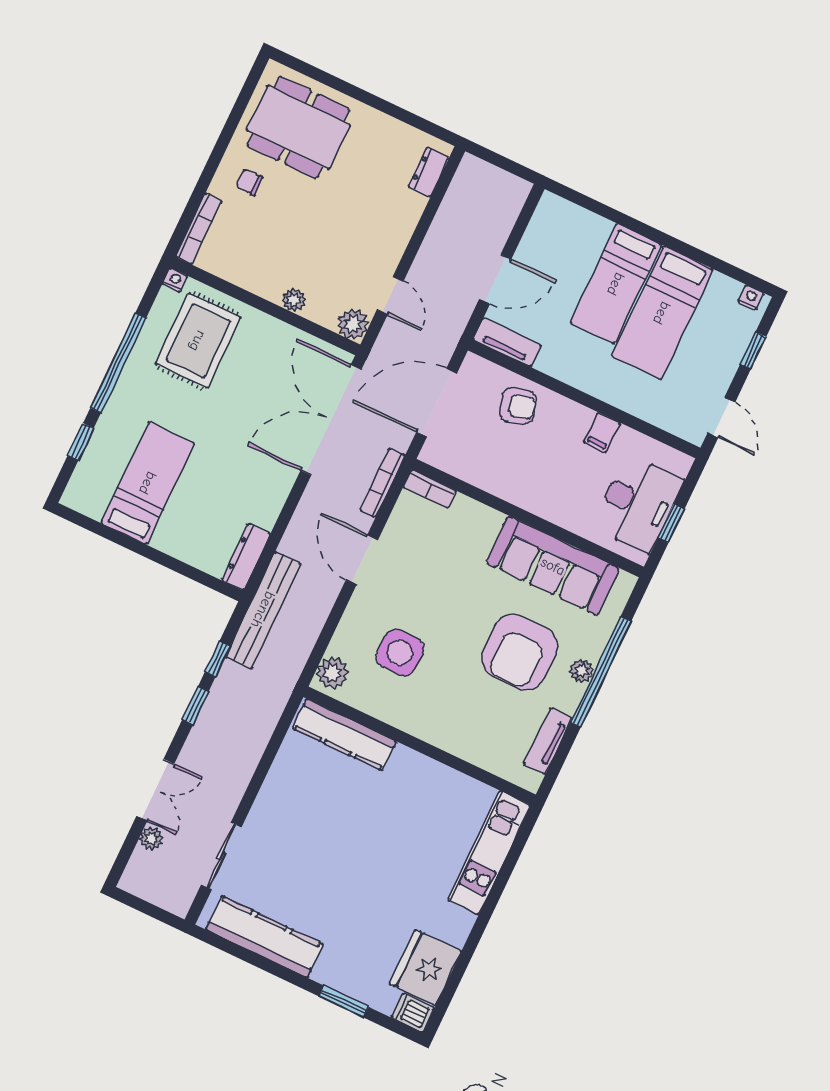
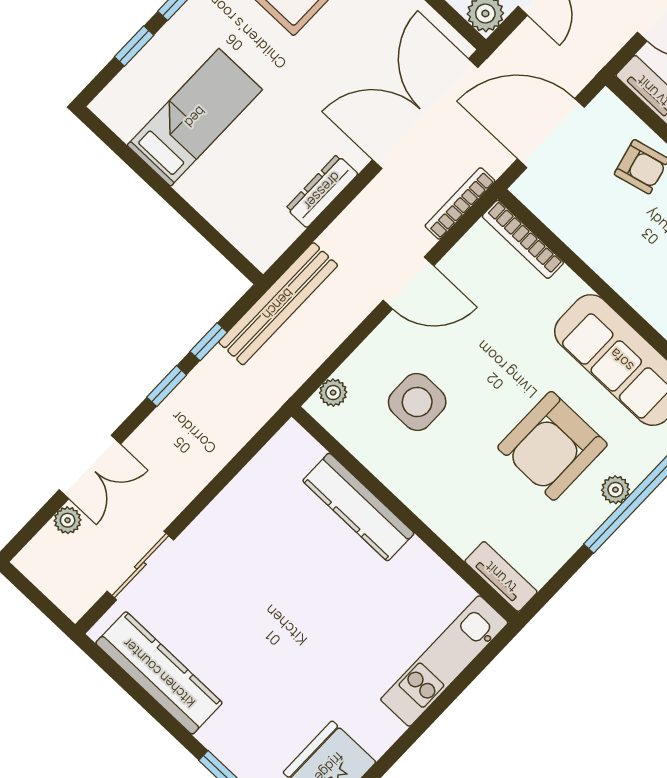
bookcase: (429, 489) -> (523, 239), width x1.56
dresser: (246, 557) -> (322, 191), moved
door: (362, 560) -> (408, 283), swing flipped
plant: (332, 673) -> (333, 393), width x0.73, depth x0.73
kitchen counter: (344, 735) -> (358, 507), moved
tv unit: (548, 741) -> (501, 577), moved, turned 90

